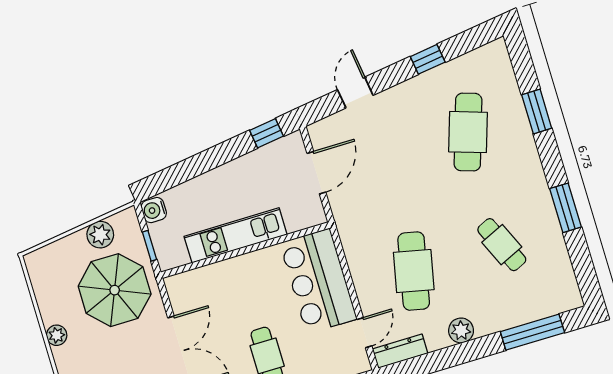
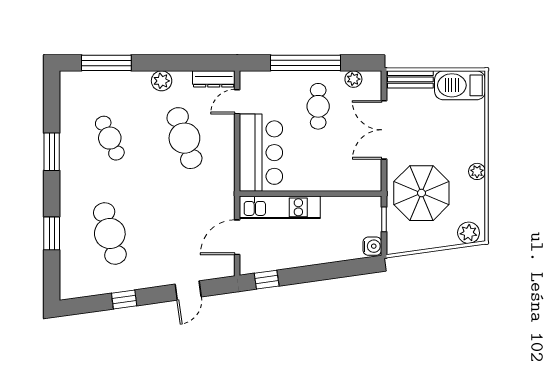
cafe table: (468, 132) -> (110, 233), turned -33
plant: (100, 235) -> (469, 233), moved
kitchen unit: (236, 235) -> (280, 207), moved
cafe table: (414, 271) -> (184, 138), turned -30

